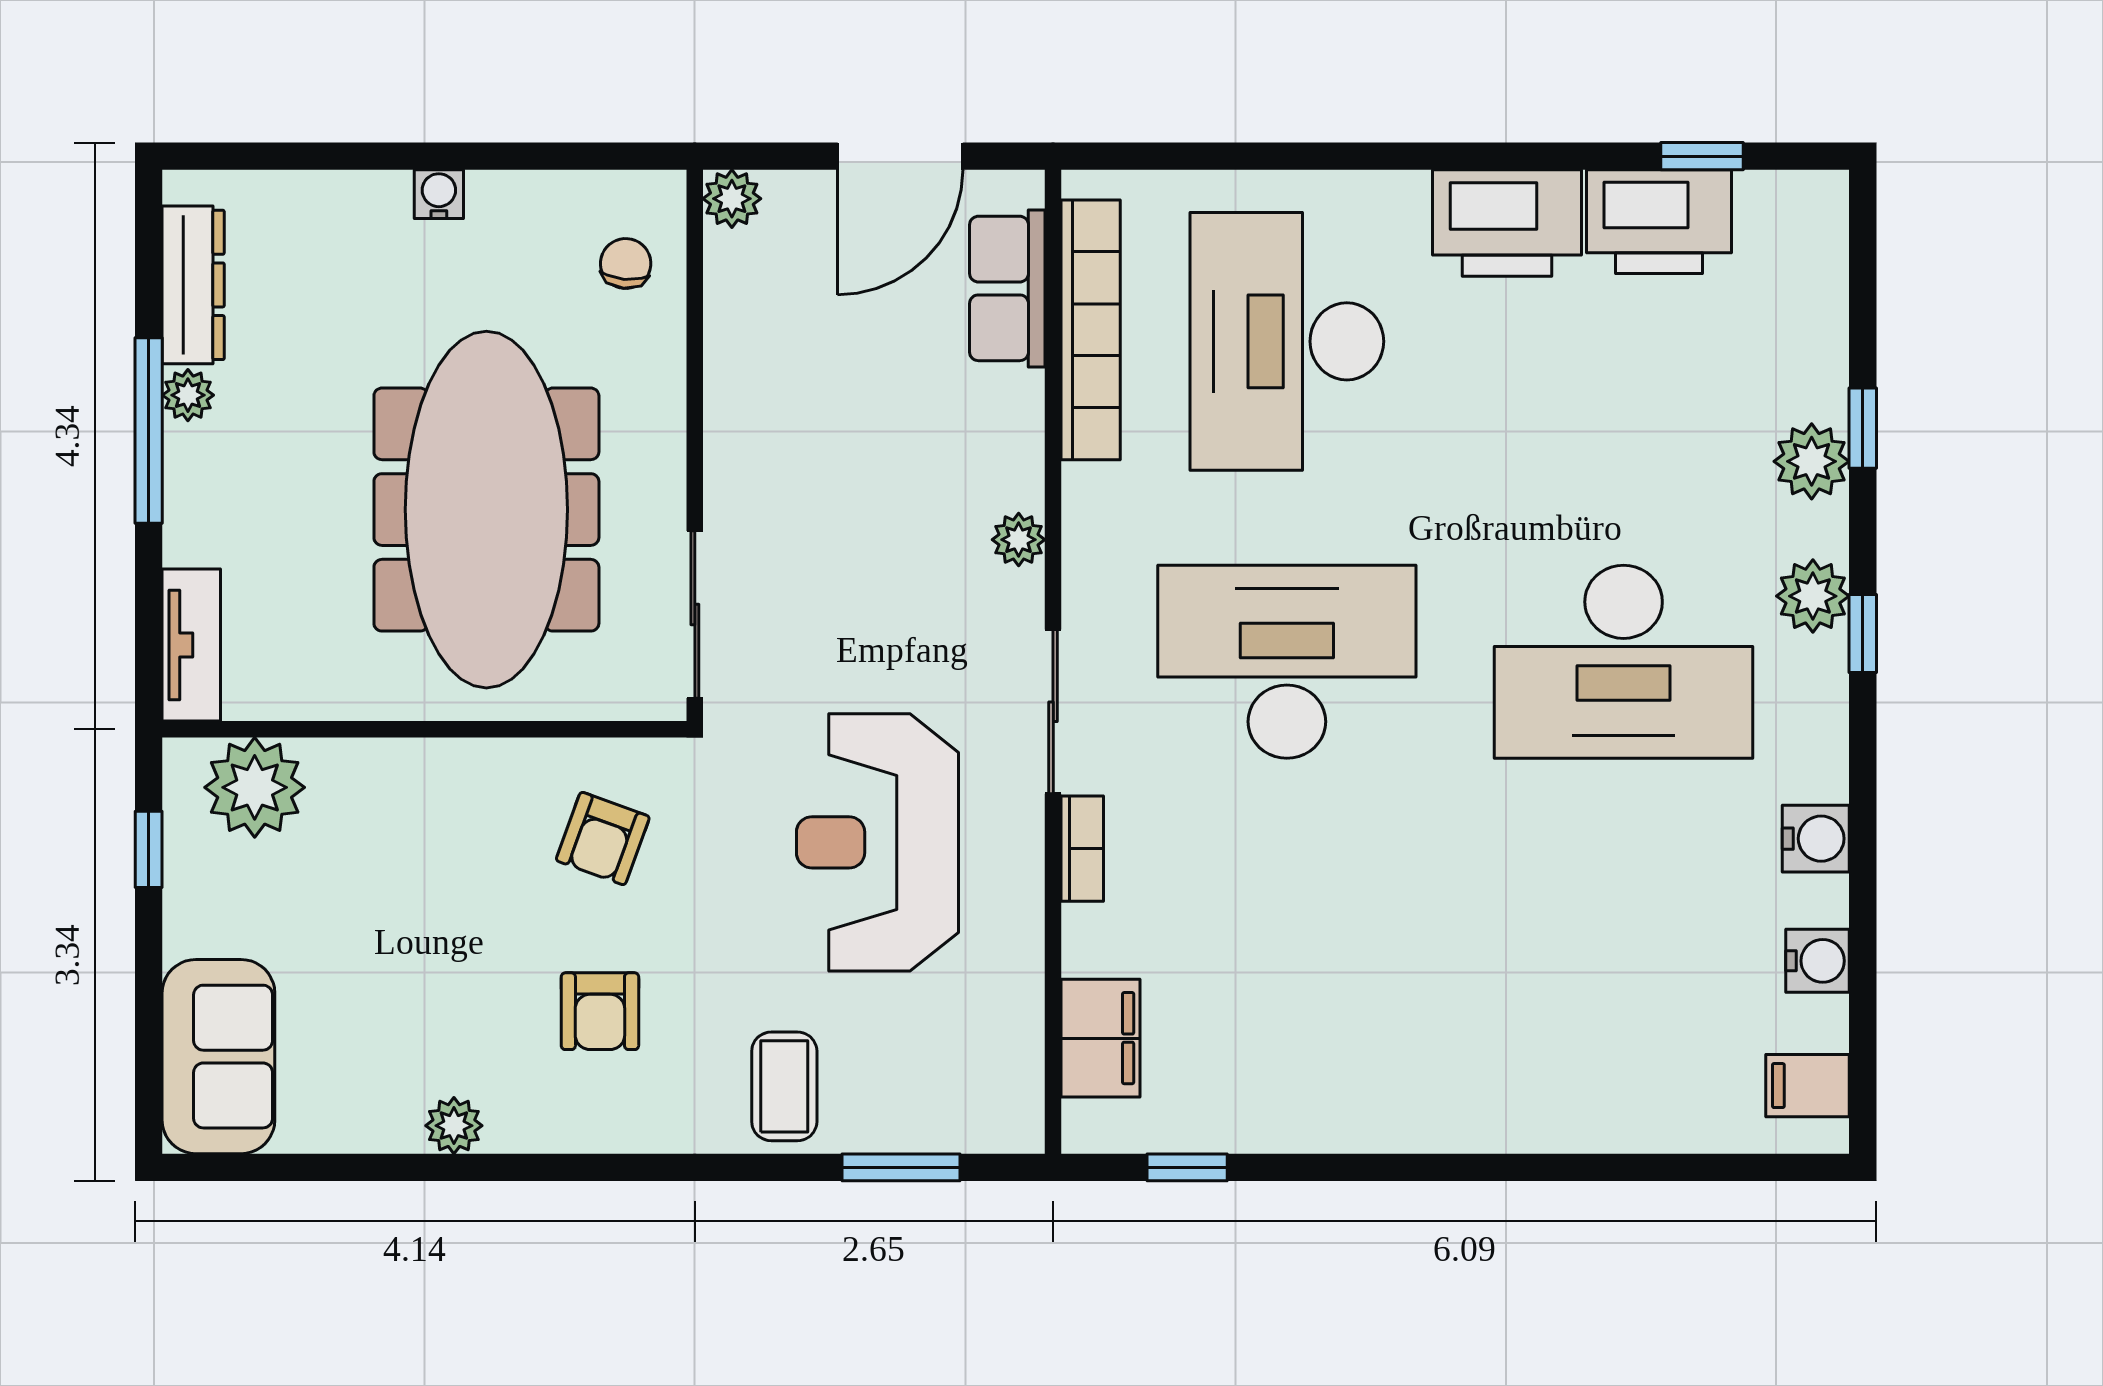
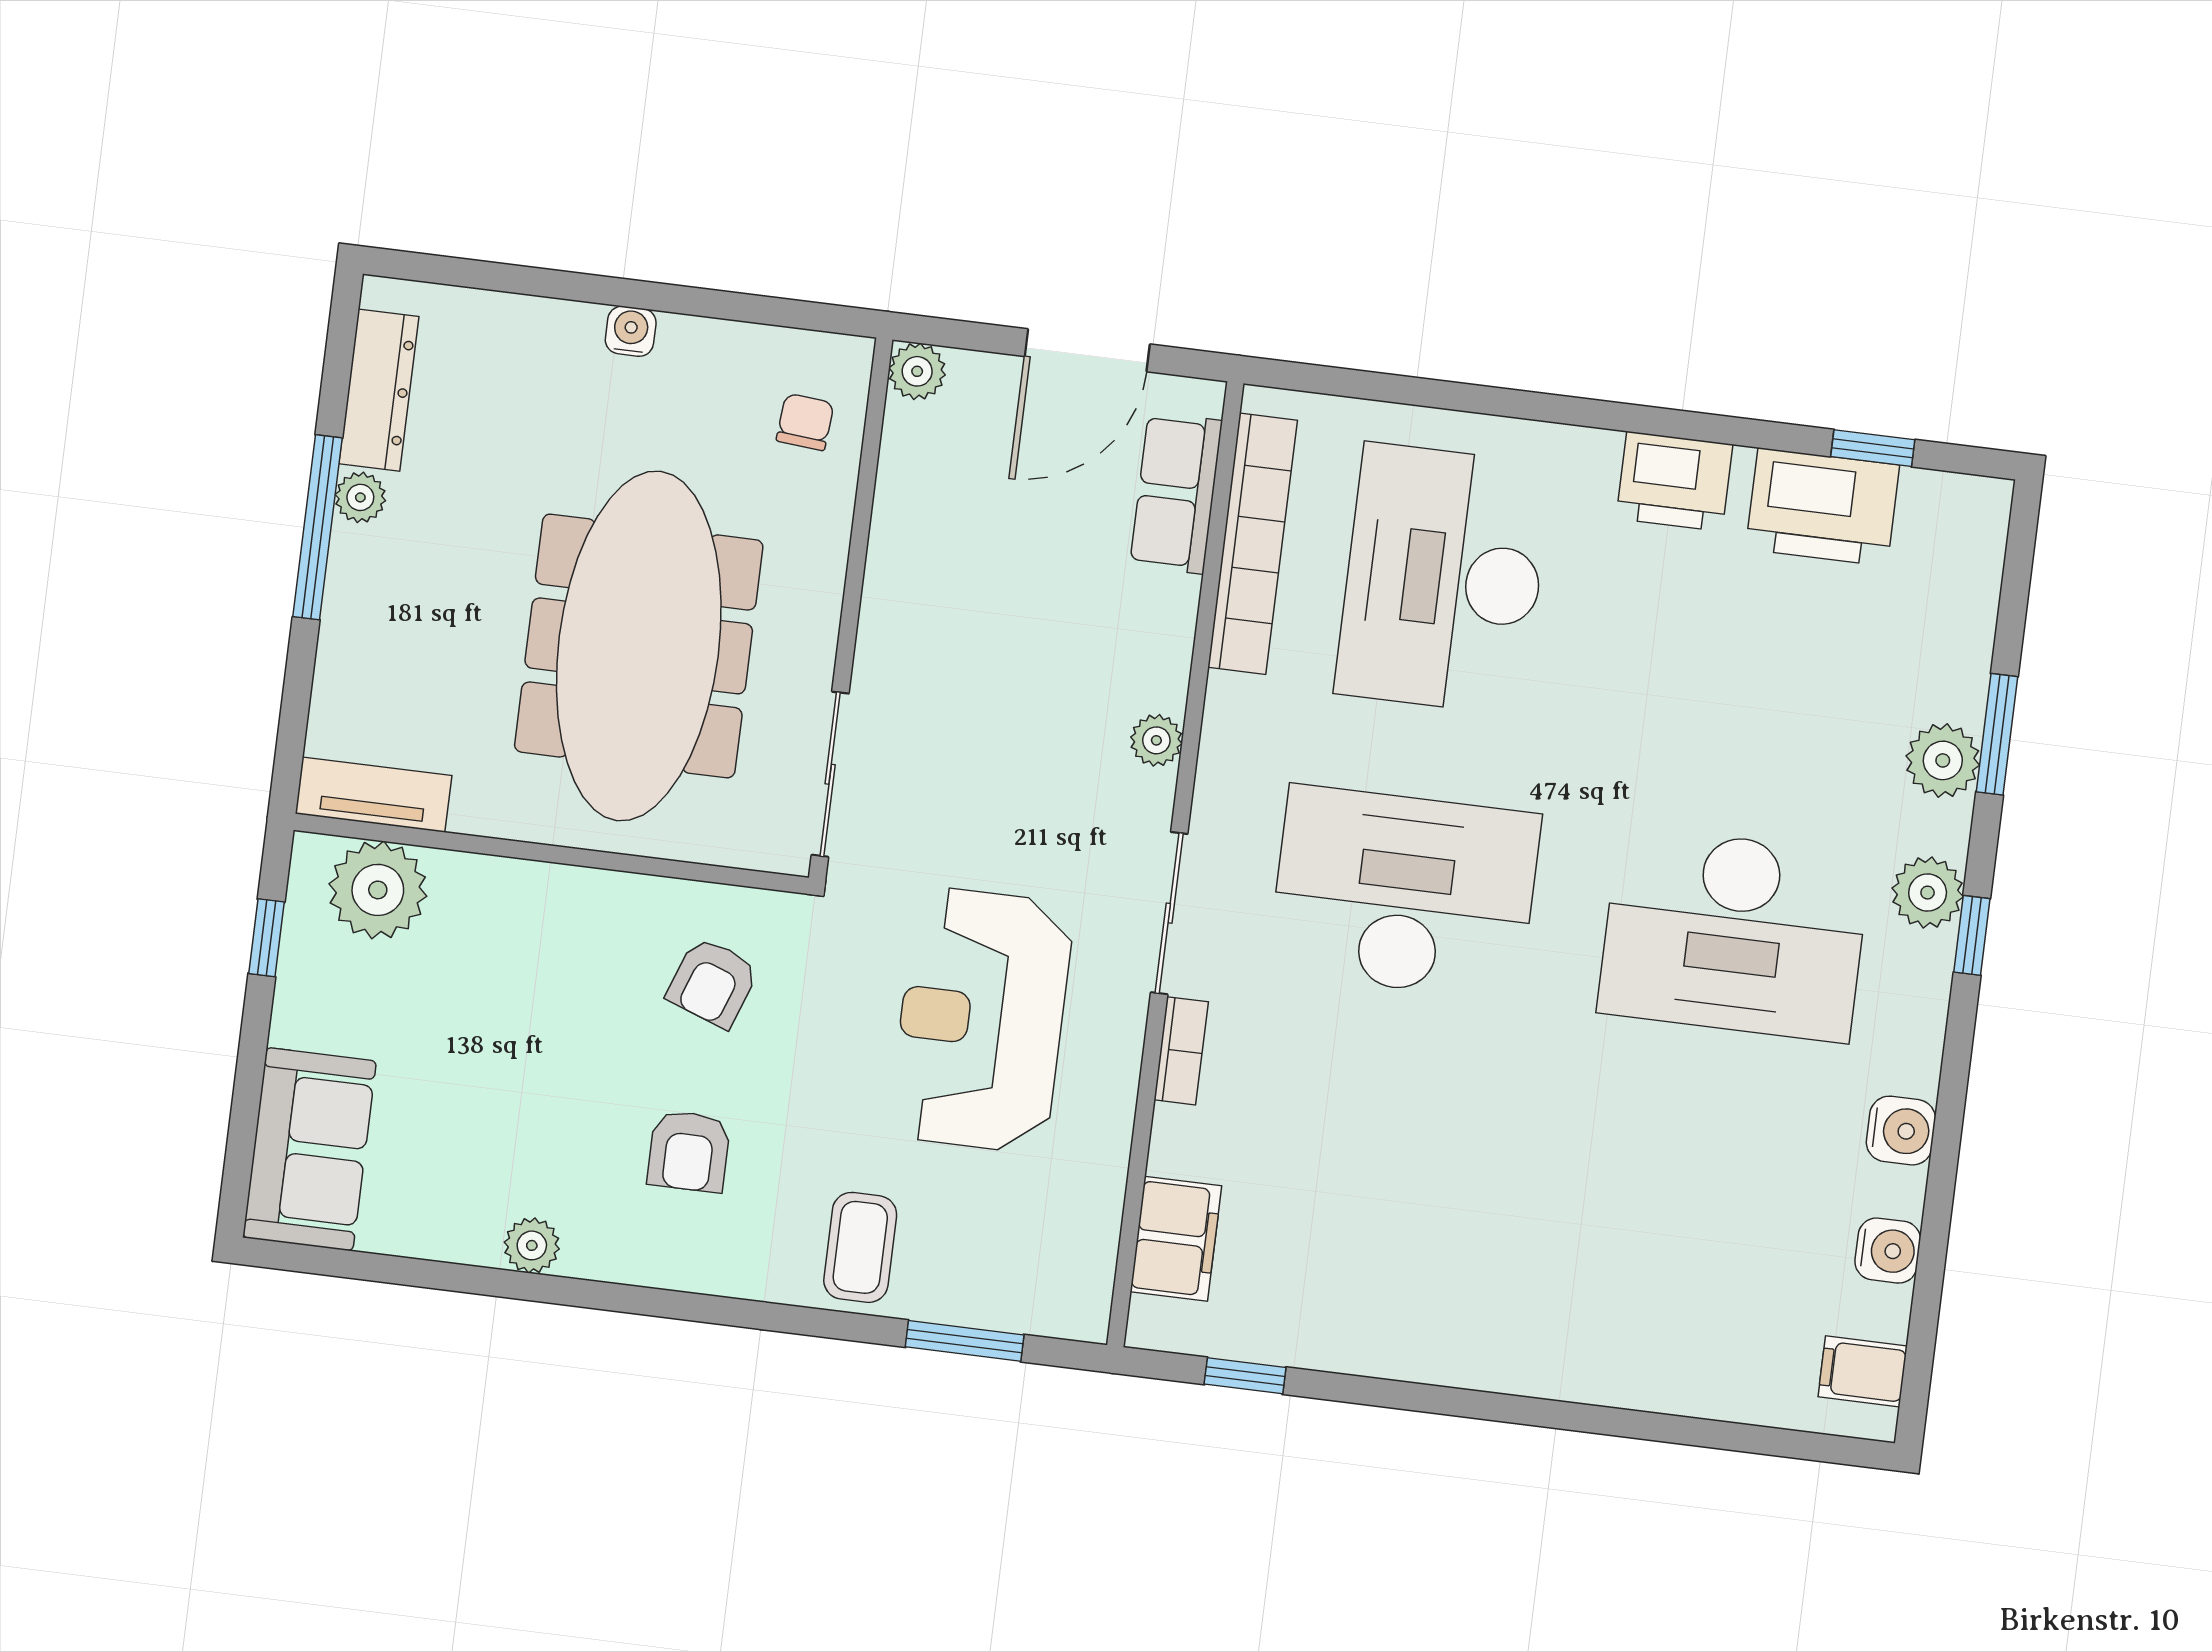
printer: (1507, 223) -> (1675, 481), width x0.73, depth x0.84
window: (1863, 428) -> (1997, 734), width x1.50
tv unit: (191, 645) -> (374, 795), moved, turned -90

